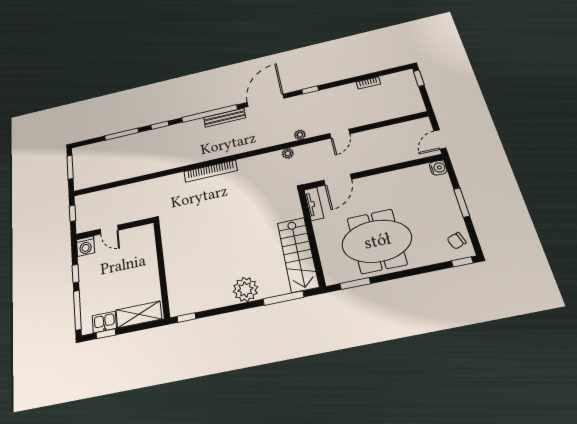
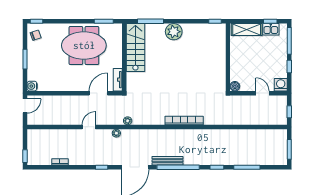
boiler: (148, 231) -> (235, 86), added

